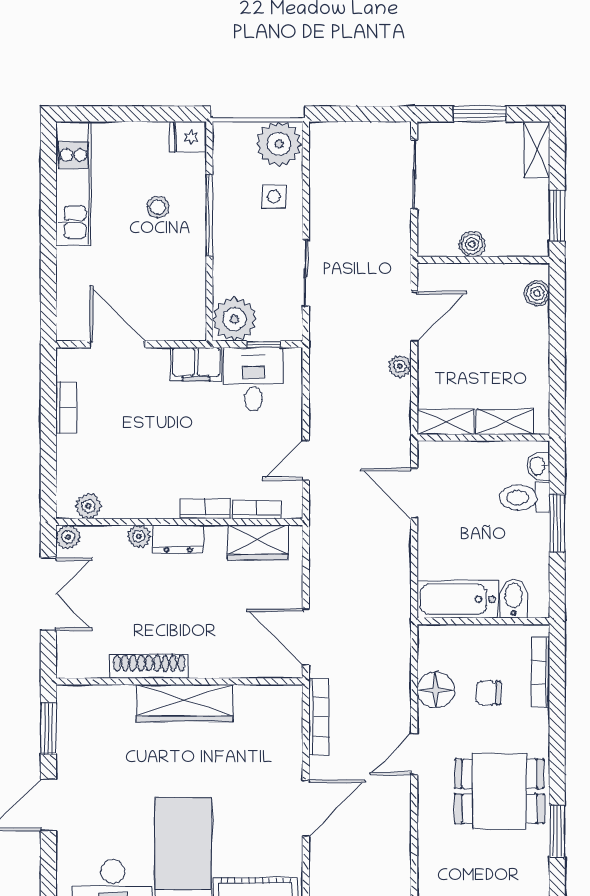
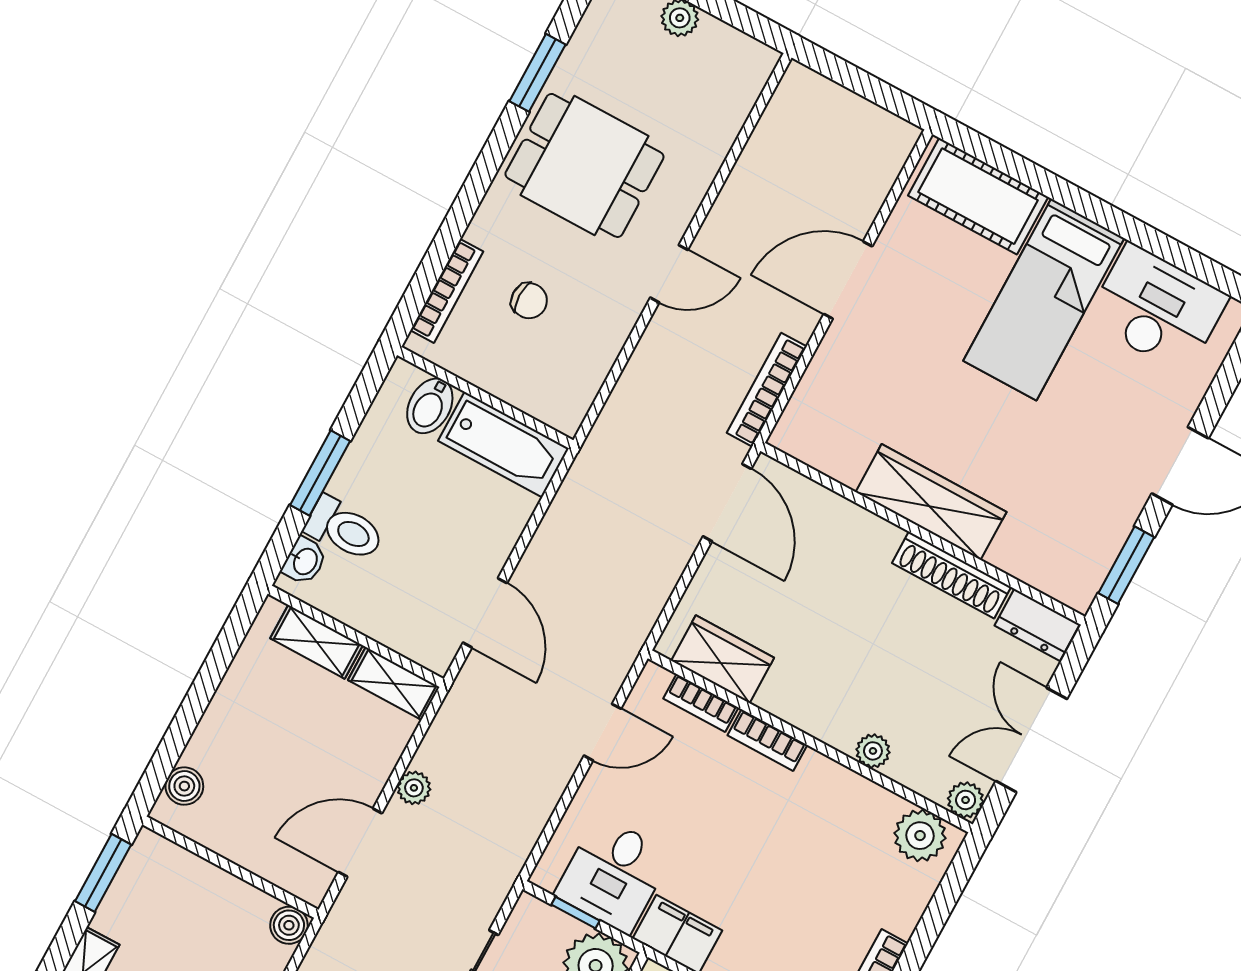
boiler: (472, 244) -> (289, 925), moved
plant: (88, 506) -> (920, 836), width x1.38, depth x1.38
dresser: (178, 539) -> (1037, 625), moved, turned 180
floor lamp: (436, 690) -> (596, 342), removed

